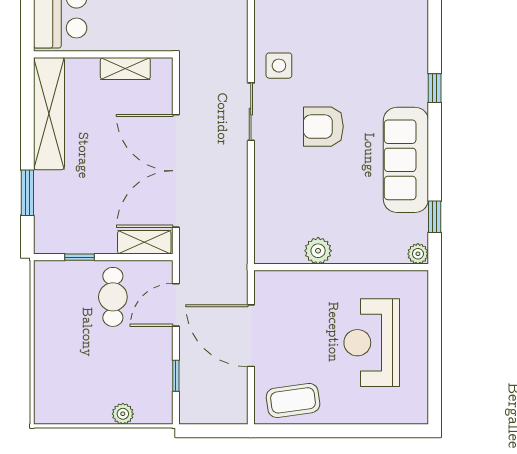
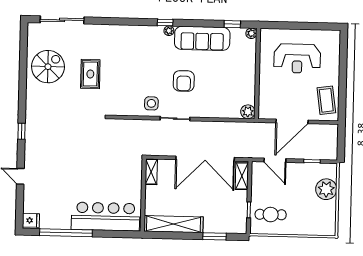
shelving: (125, 69) -> (151, 172), moved
plant: (419, 96) -> (169, 31), added
plant: (318, 251) -> (248, 112), moved
cafe table: (113, 297) -> (271, 215), moved
plant: (123, 414) -> (326, 189), width x1.88, depth x1.88

